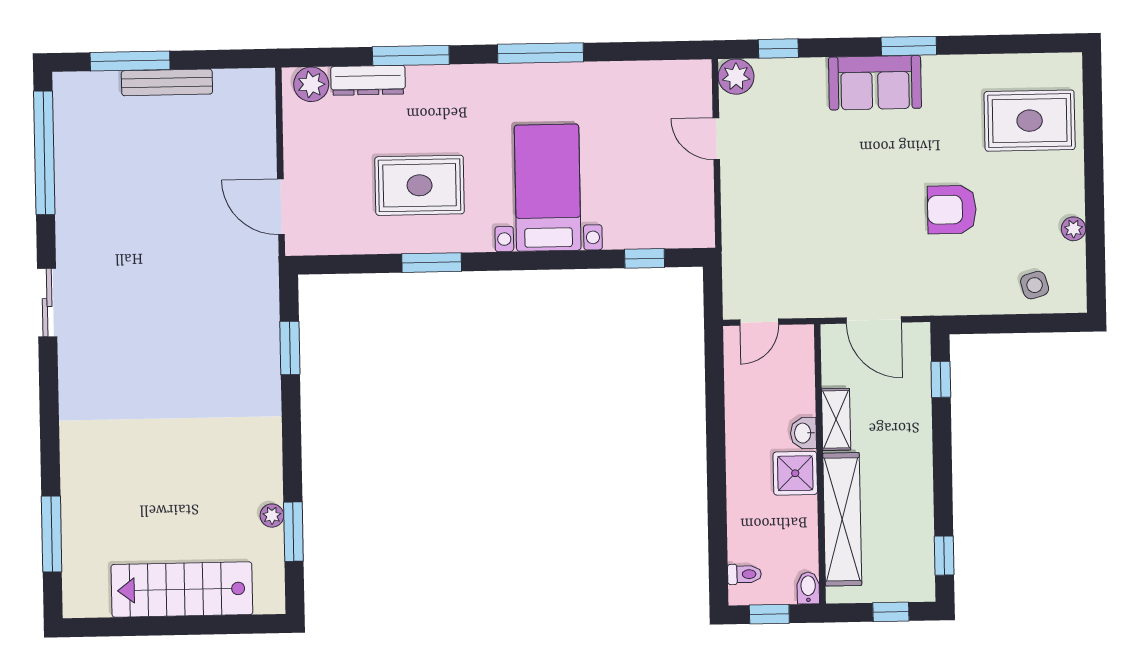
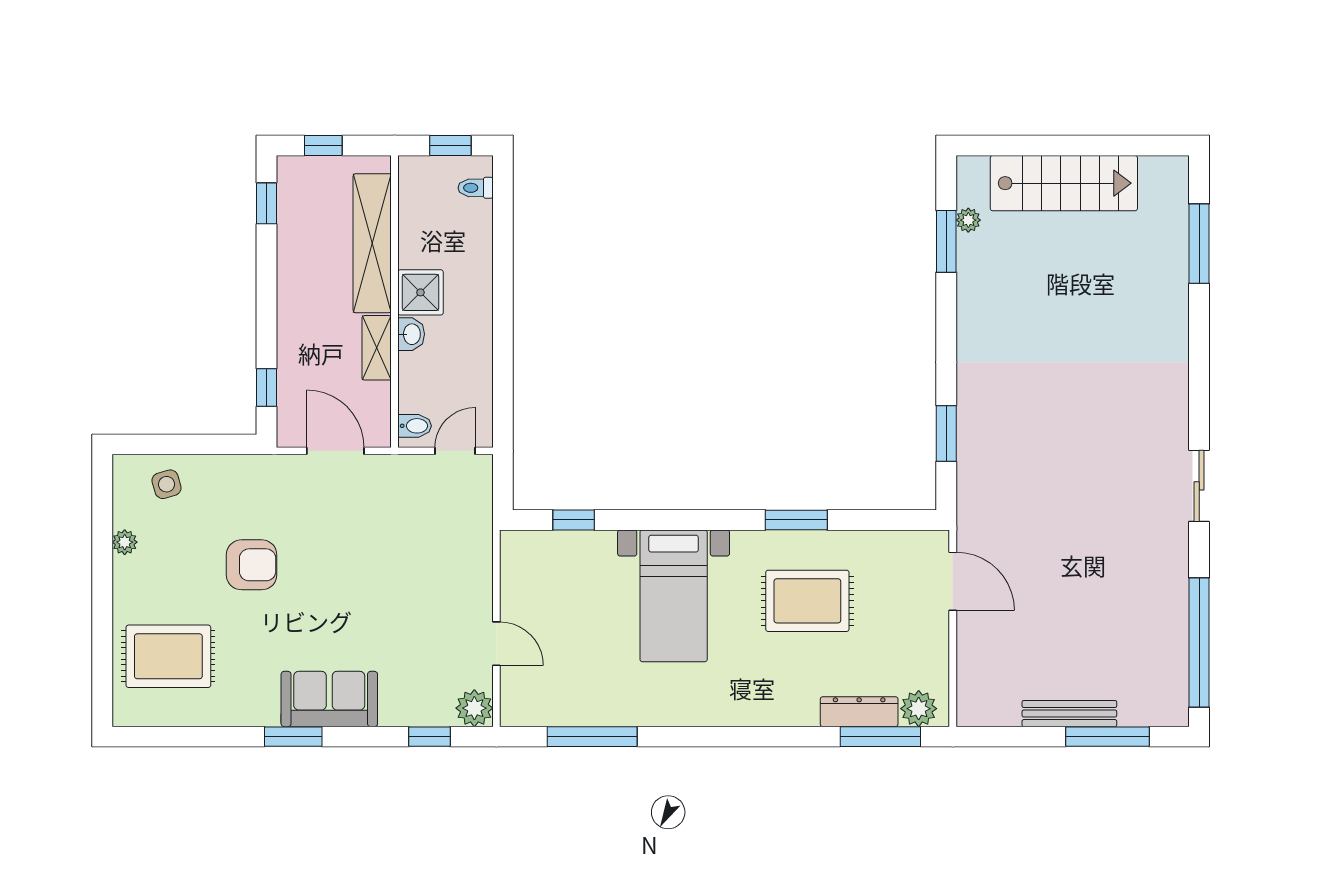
window: (540, 53) -> (592, 737), moved
window: (411, 56) -> (880, 737), moved
plant: (272, 516) -> (968, 220), moved
bidet: (808, 588) -> (415, 426), moved, turned -90

